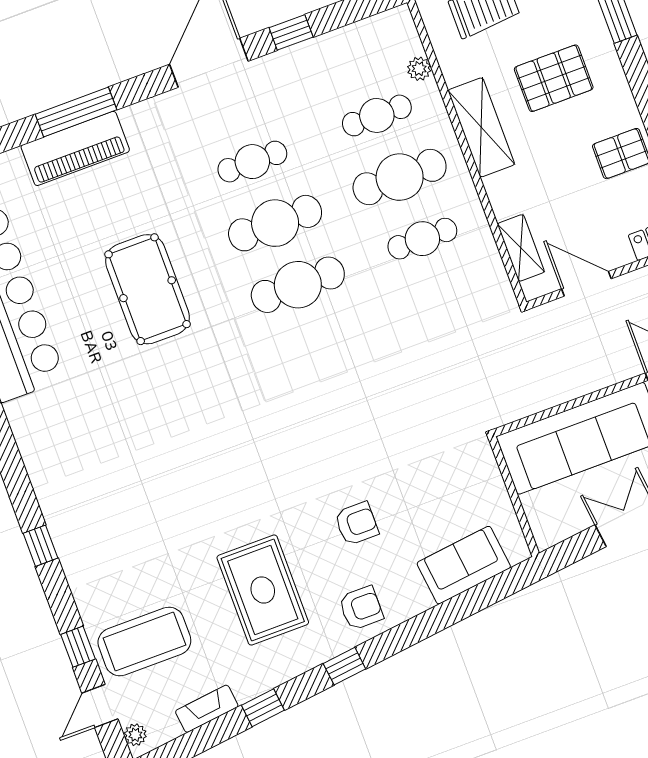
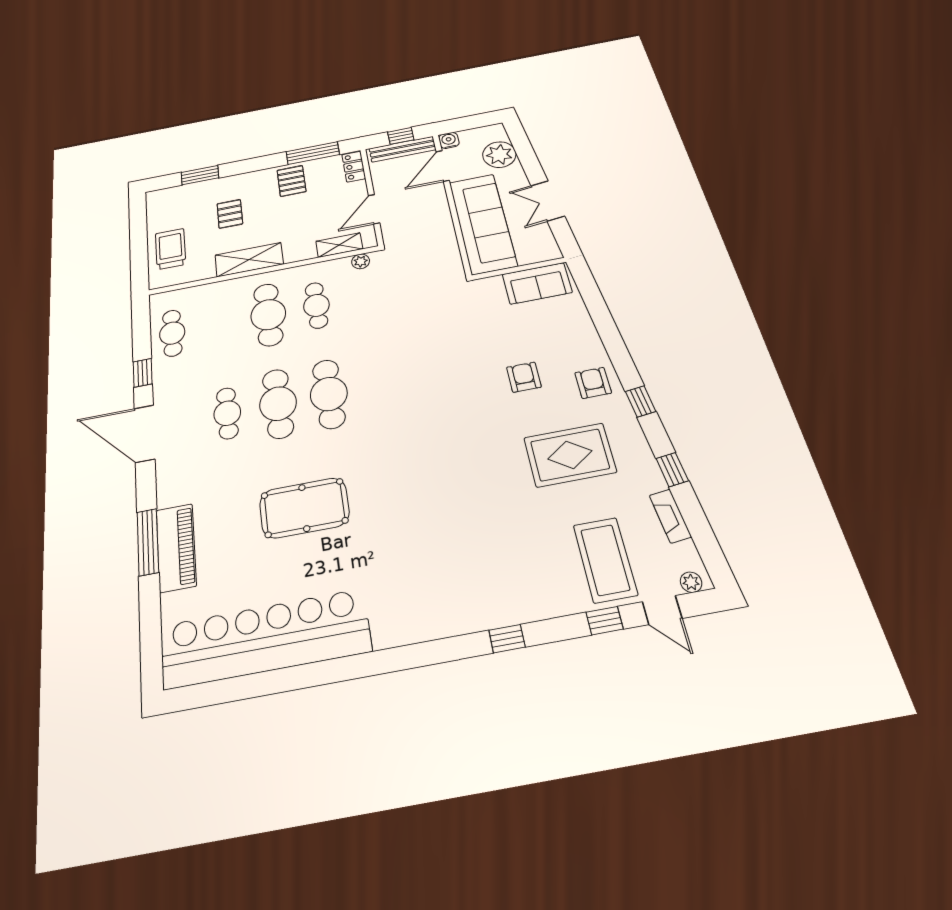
plant: (419, 69) -> (361, 261), moved
pallet: (554, 78) -> (230, 214), width x0.67, depth x0.71
cafe table: (377, 115) -> (172, 333), moved
sofa: (464, 565) -> (537, 283), moved, turned -83

